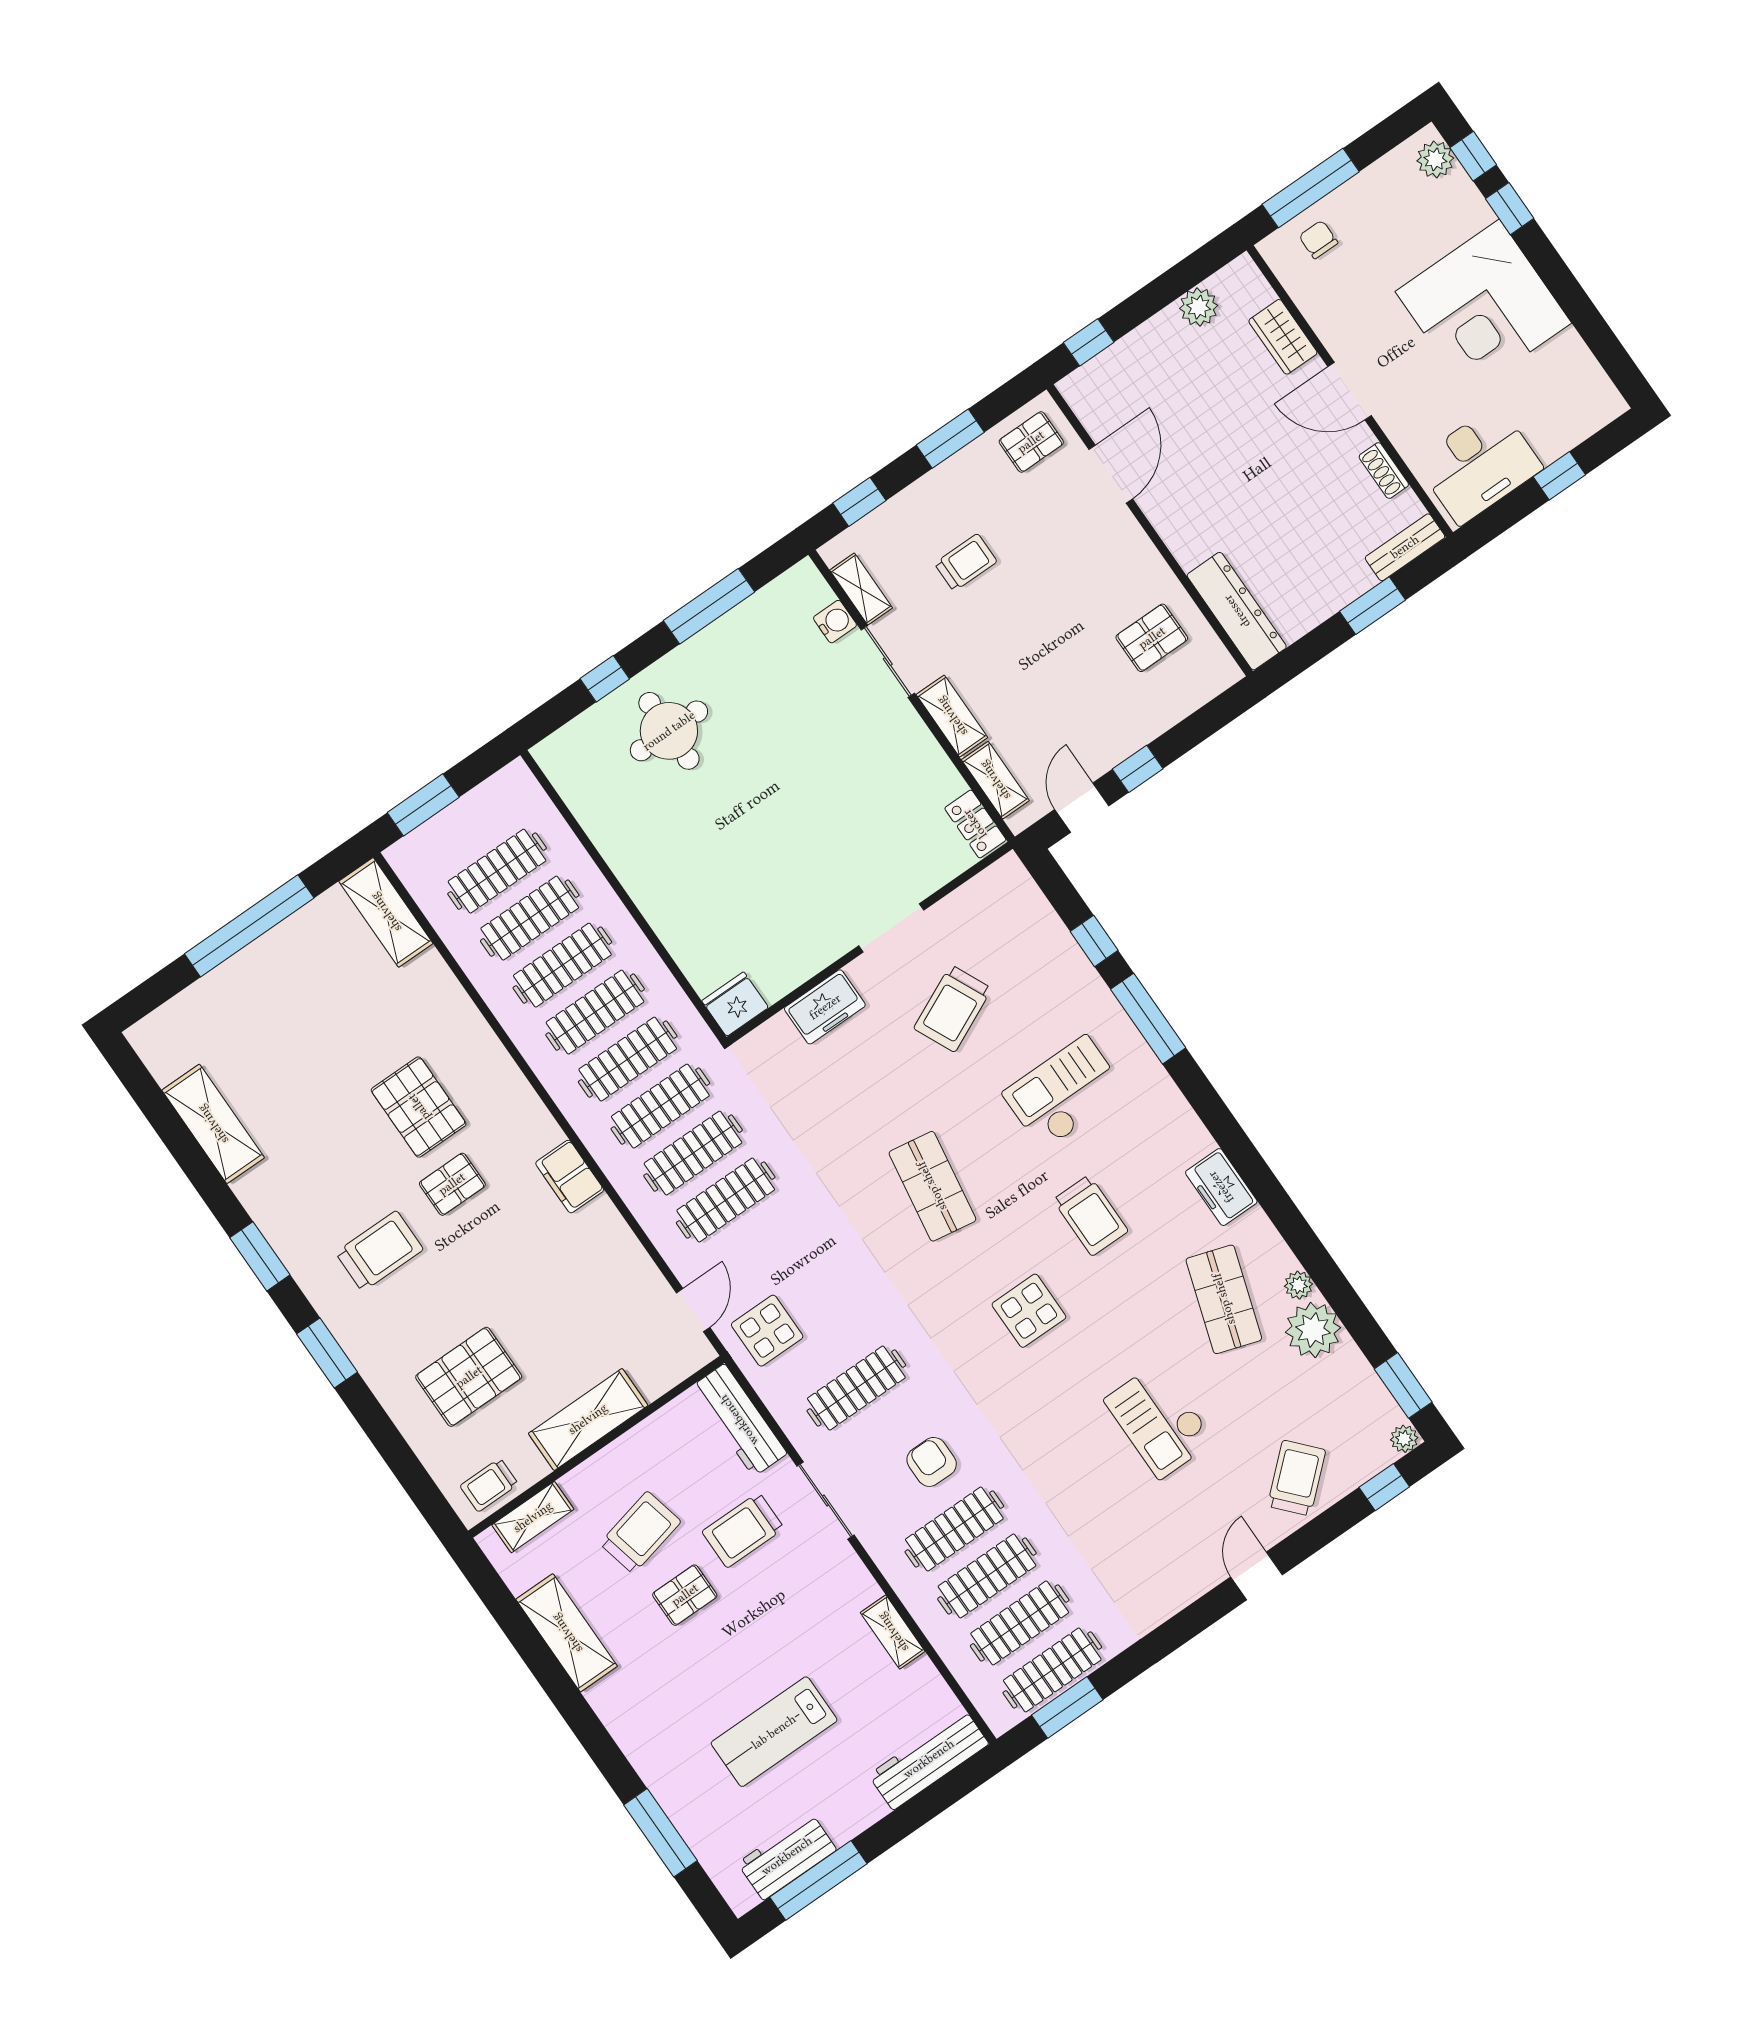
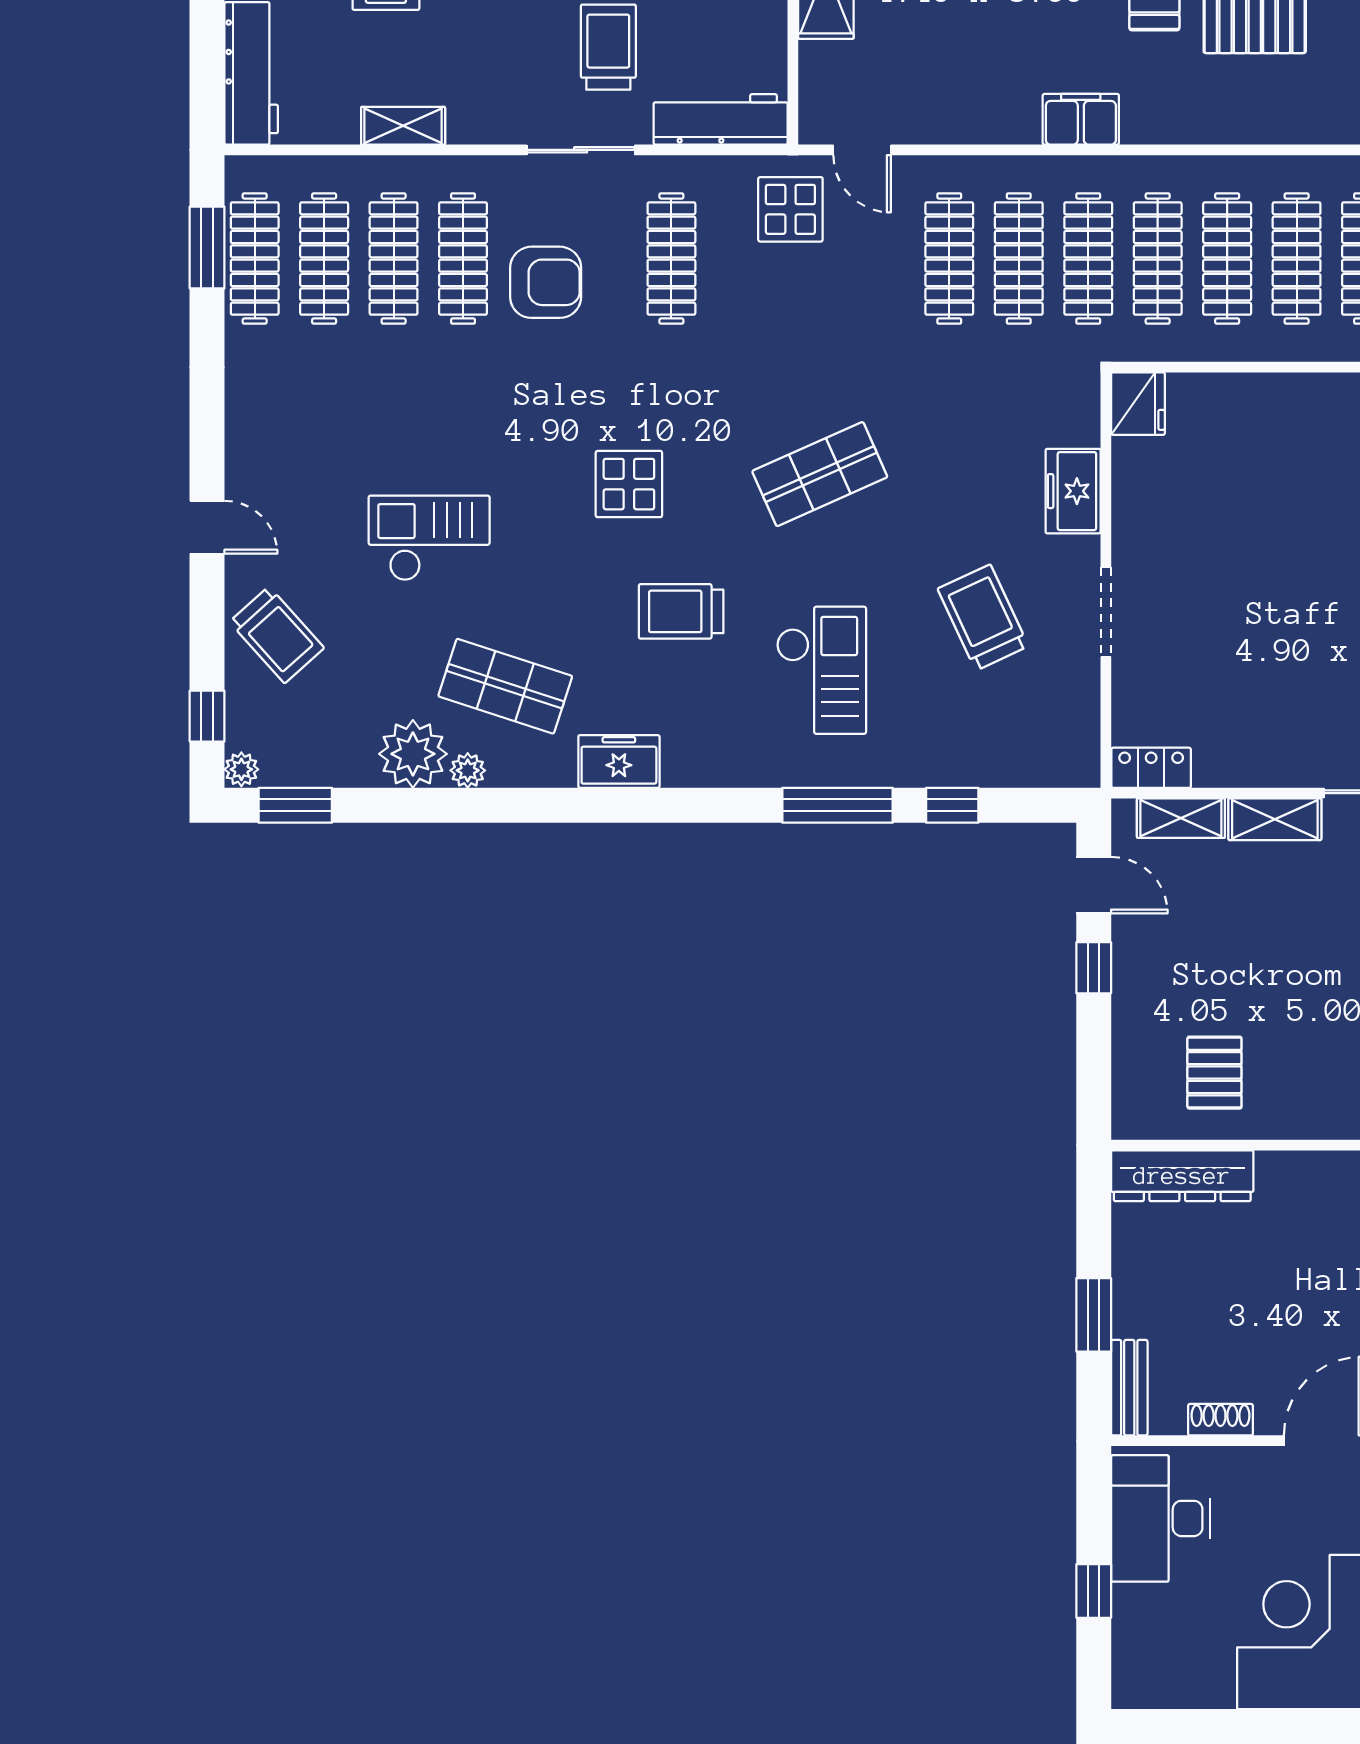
shop shelf: (932, 1186) -> (820, 474), turned -33
armchair: (932, 1462) -> (546, 282), width x1.38, depth x1.38

